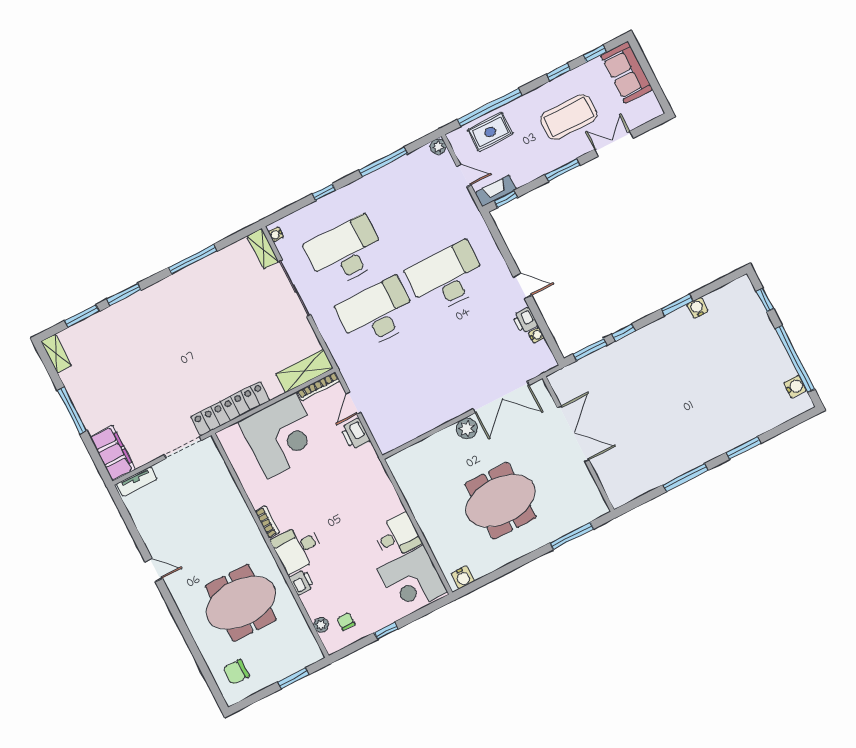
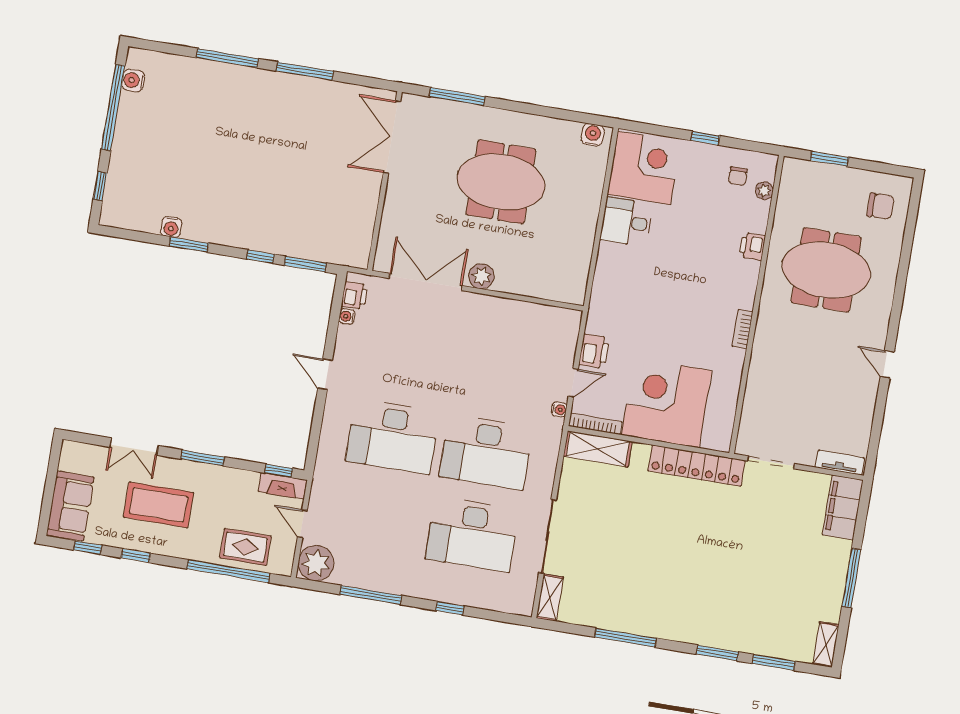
plant: (438, 147) -> (316, 563), width x1.87, depth x1.87
water cooler: (276, 234) -> (559, 409), moved
printer: (525, 320) -> (354, 295), moved
double door: (573, 434) -> (392, 137), moved
window: (743, 448) -> (227, 58), width x1.44
desk: (298, 548) -> (732, 282), removed

